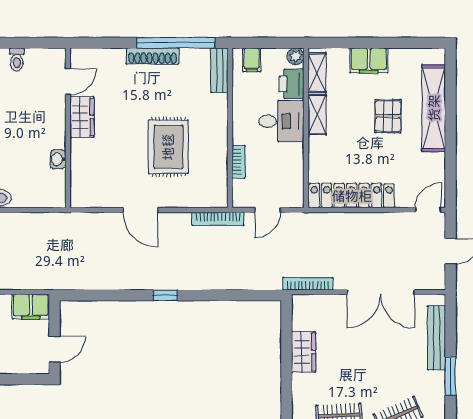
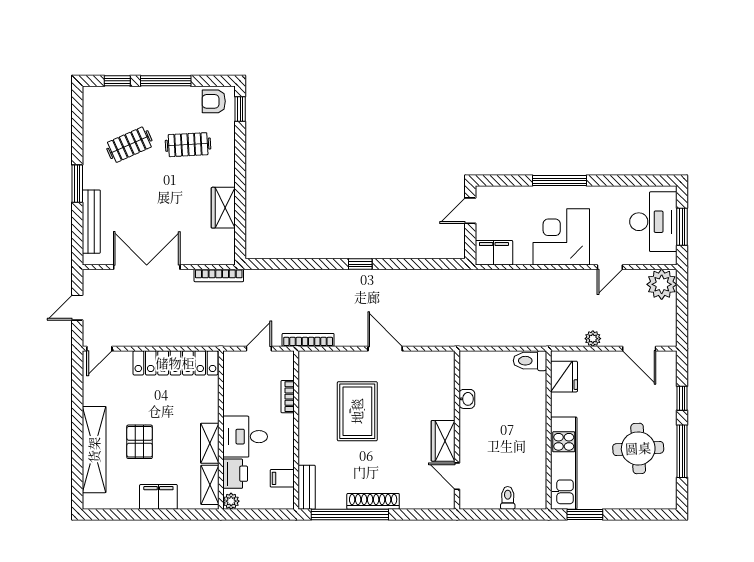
filing cabinet: (252, 60) -> (282, 478), moved, turned -90
door: (68, 81) -> (457, 476), hinge flipped

